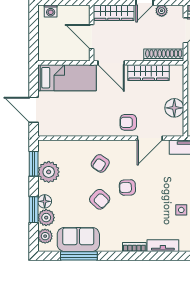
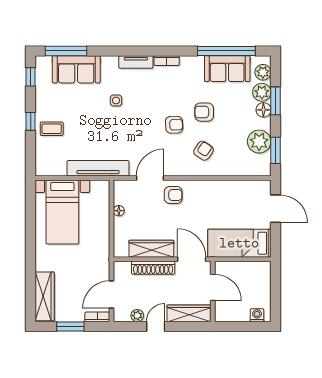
shoe rack: (164, 55) -> (153, 268), moved
floor lamp: (174, 108) -> (119, 211), width x0.53, depth x0.53
armchair: (100, 199) -> (204, 112), turned -43
window: (79, 256) -> (226, 51), width x1.46

